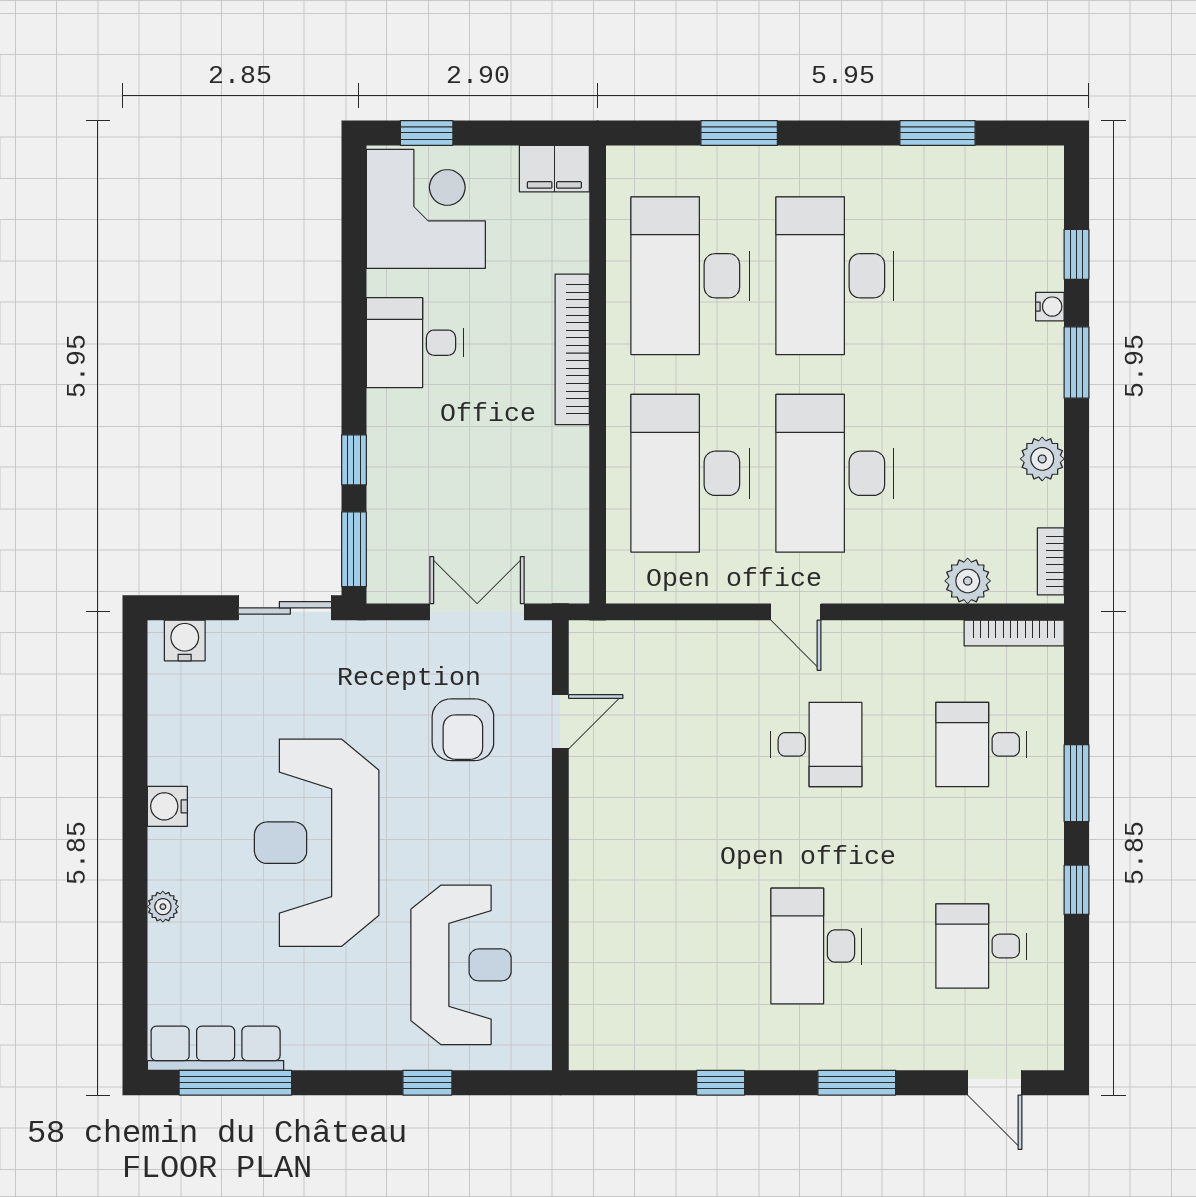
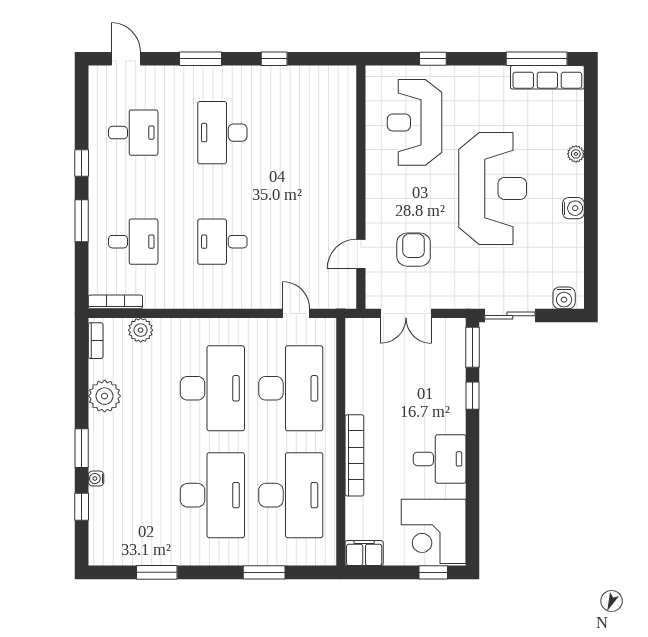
plant: (1042, 459) -> (105, 396), width x1.36, depth x1.36
door: (796, 612) -> (296, 313), moved
desk: (816, 946) -> (222, 133), turned 180

